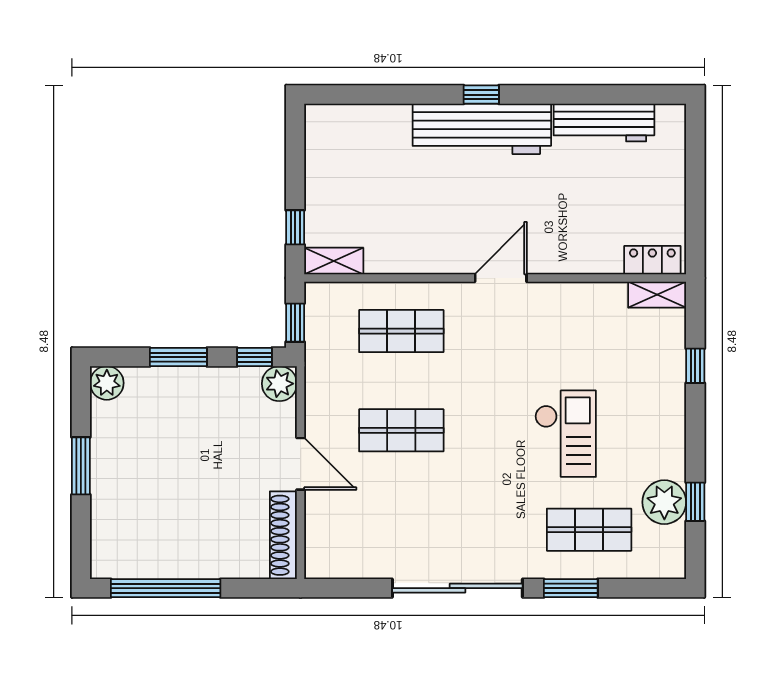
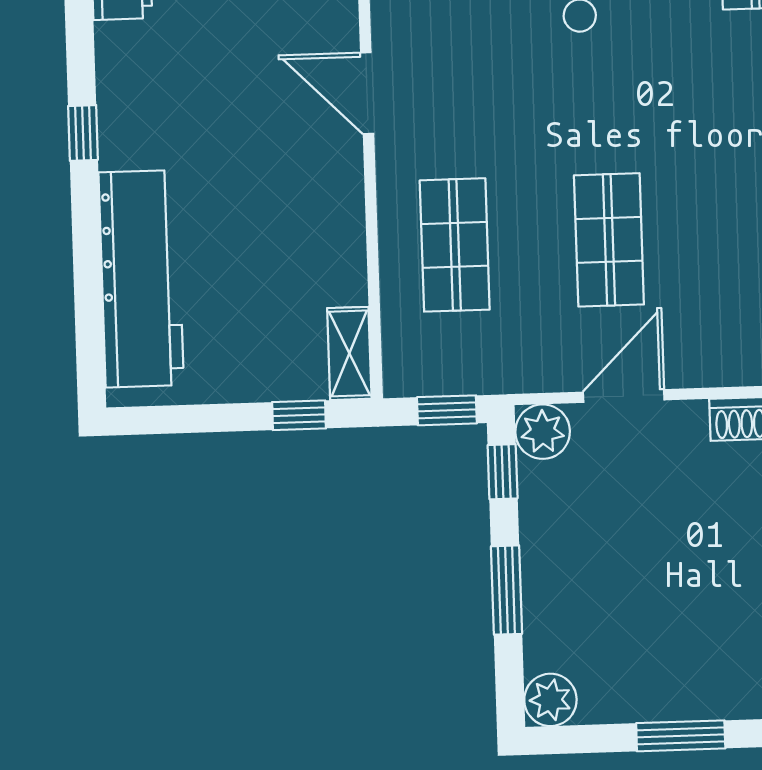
workbench: (482, 129) -> (141, 279), moved
door: (301, 464) -> (624, 396), moved

